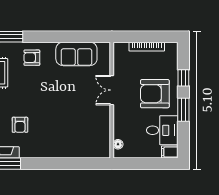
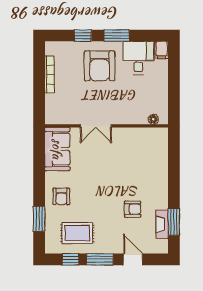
double door: (112, 90) -> (96, 126), moved
wall: (112, 100) -> (106, 126), moved
floor lamp: (118, 144) -> (153, 119), moved

